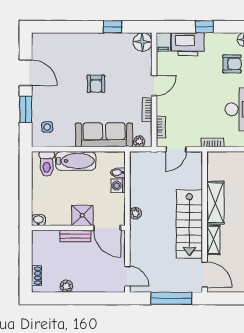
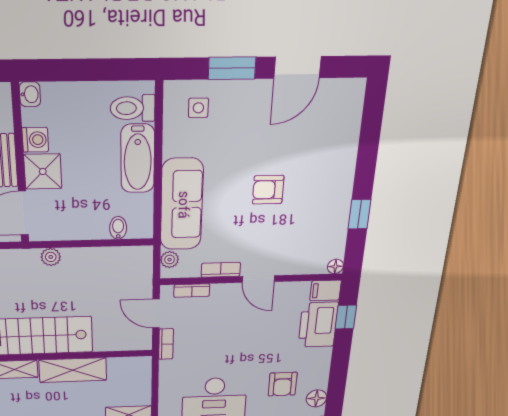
window: (204, 27) -> (346, 317), moved
floor lamp: (142, 42) -> (335, 266), width x0.53, depth x0.53
bookcase: (212, 142) -> (166, 344), moved
washing machine: (118, 186) -> (35, 140), moved, turned 90

